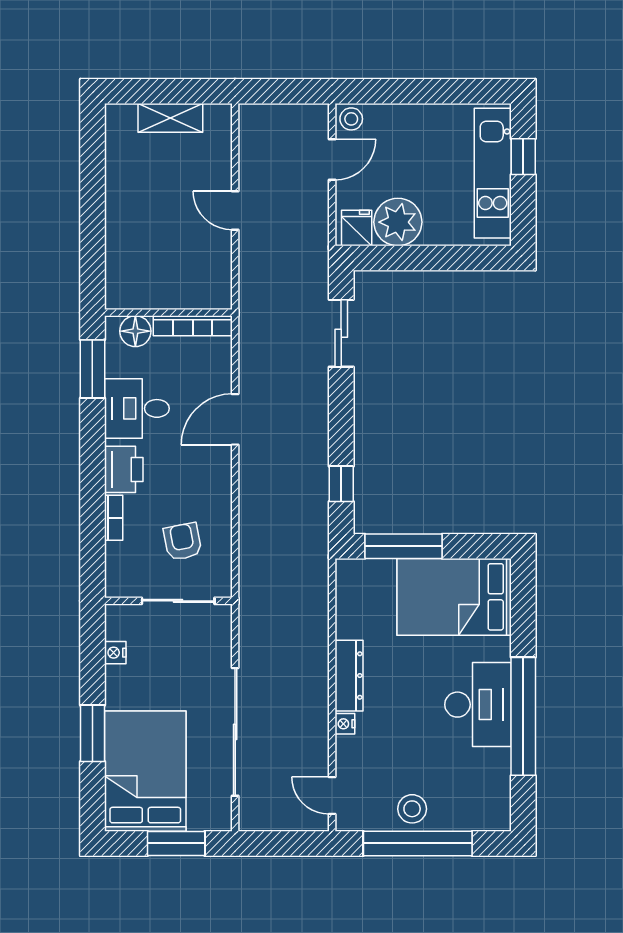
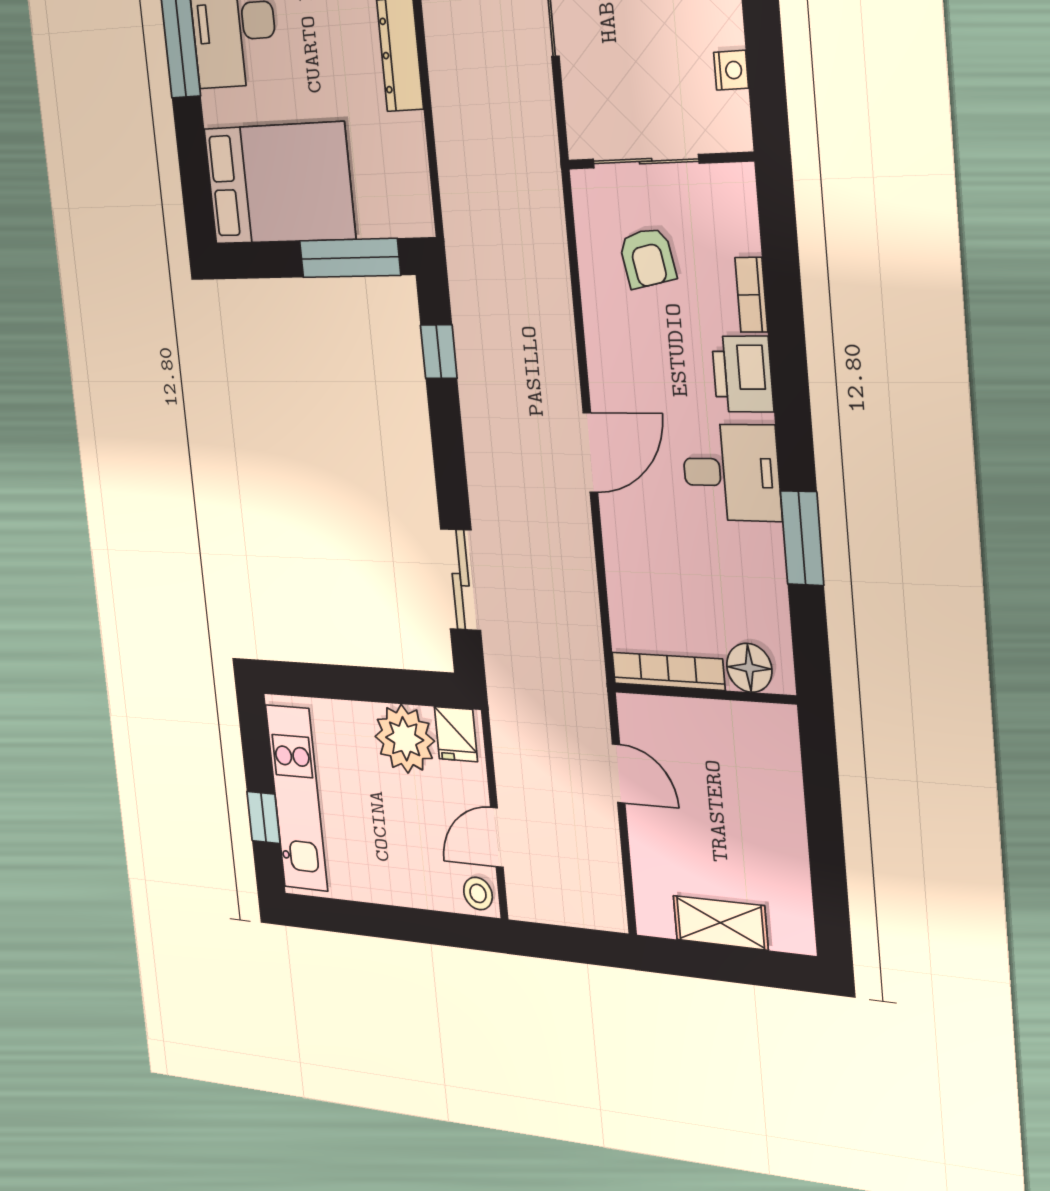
wall: (168, 313) -> (704, 694), moved
bookcase: (193, 326) -> (668, 671), moved
floor lamp: (135, 331) -> (749, 668), moved

